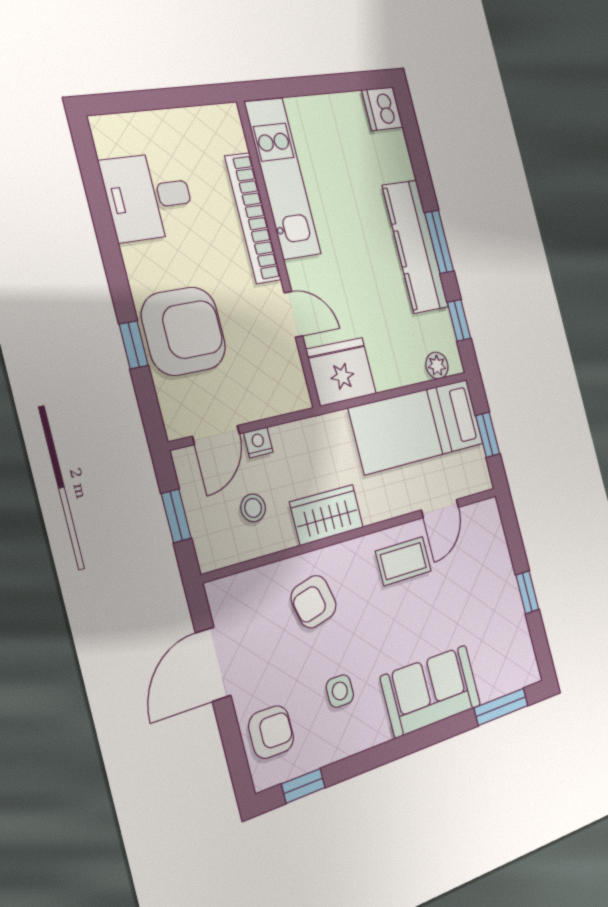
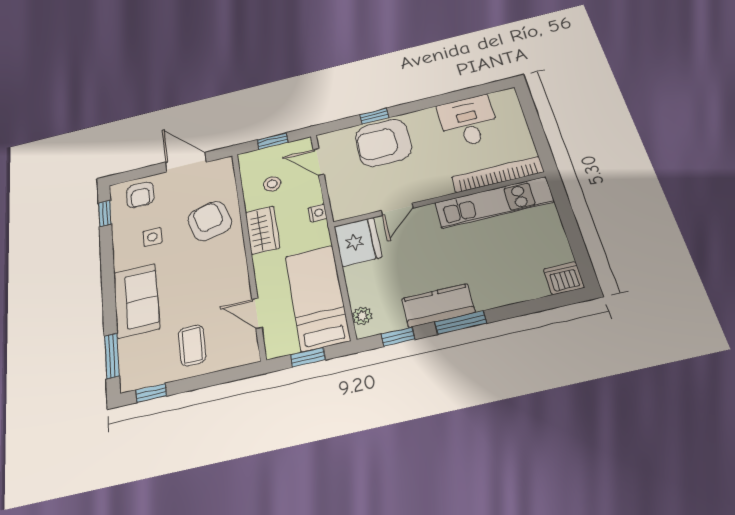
bookcase: (253, 218) -> (498, 175), moved
kitchen counter: (415, 246) -> (438, 306), width x0.67
armchair: (184, 331) -> (383, 143), turned 90
nightstand: (258, 442) -> (317, 213), moved
coffee table: (403, 561) -> (192, 345), moved
window: (527, 592) -> (151, 393), moved
armchair: (314, 602) -> (210, 221), width x1.38, depth x1.38

